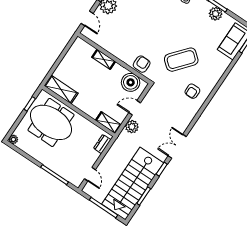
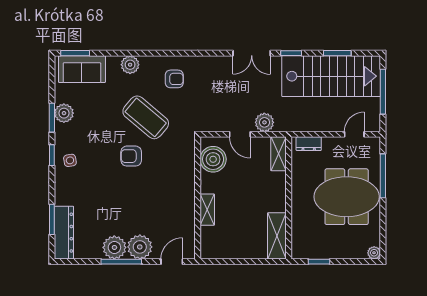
armchair: (142, 64) -> (131, 156), moved
plant: (218, 71) -> (130, 65), added
meeting table: (51, 122) -> (347, 197), moved, turned 90

